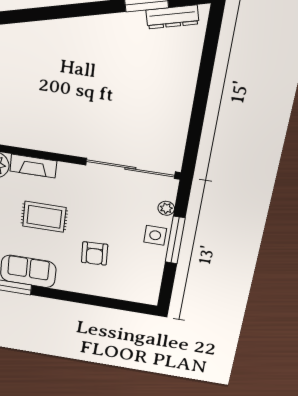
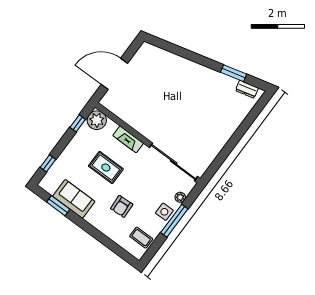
dresser: (172, 17) -> (247, 89), width x0.70
fireplace: (33, 166) -> (128, 139), moved
coffee table: (143, 279) -> (141, 238), added

